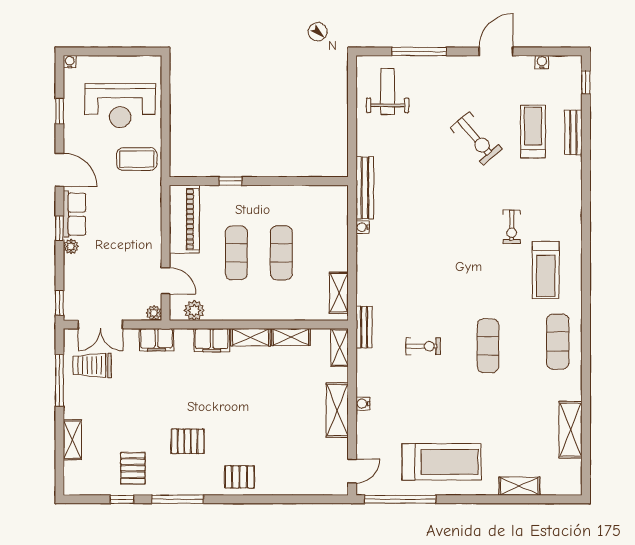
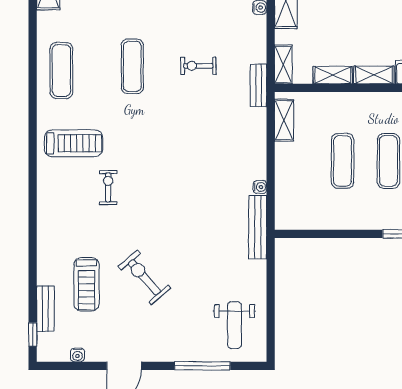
bench: (573, 132) -> (45, 309), moved
treadmill: (546, 270) -> (74, 143), turned 90

